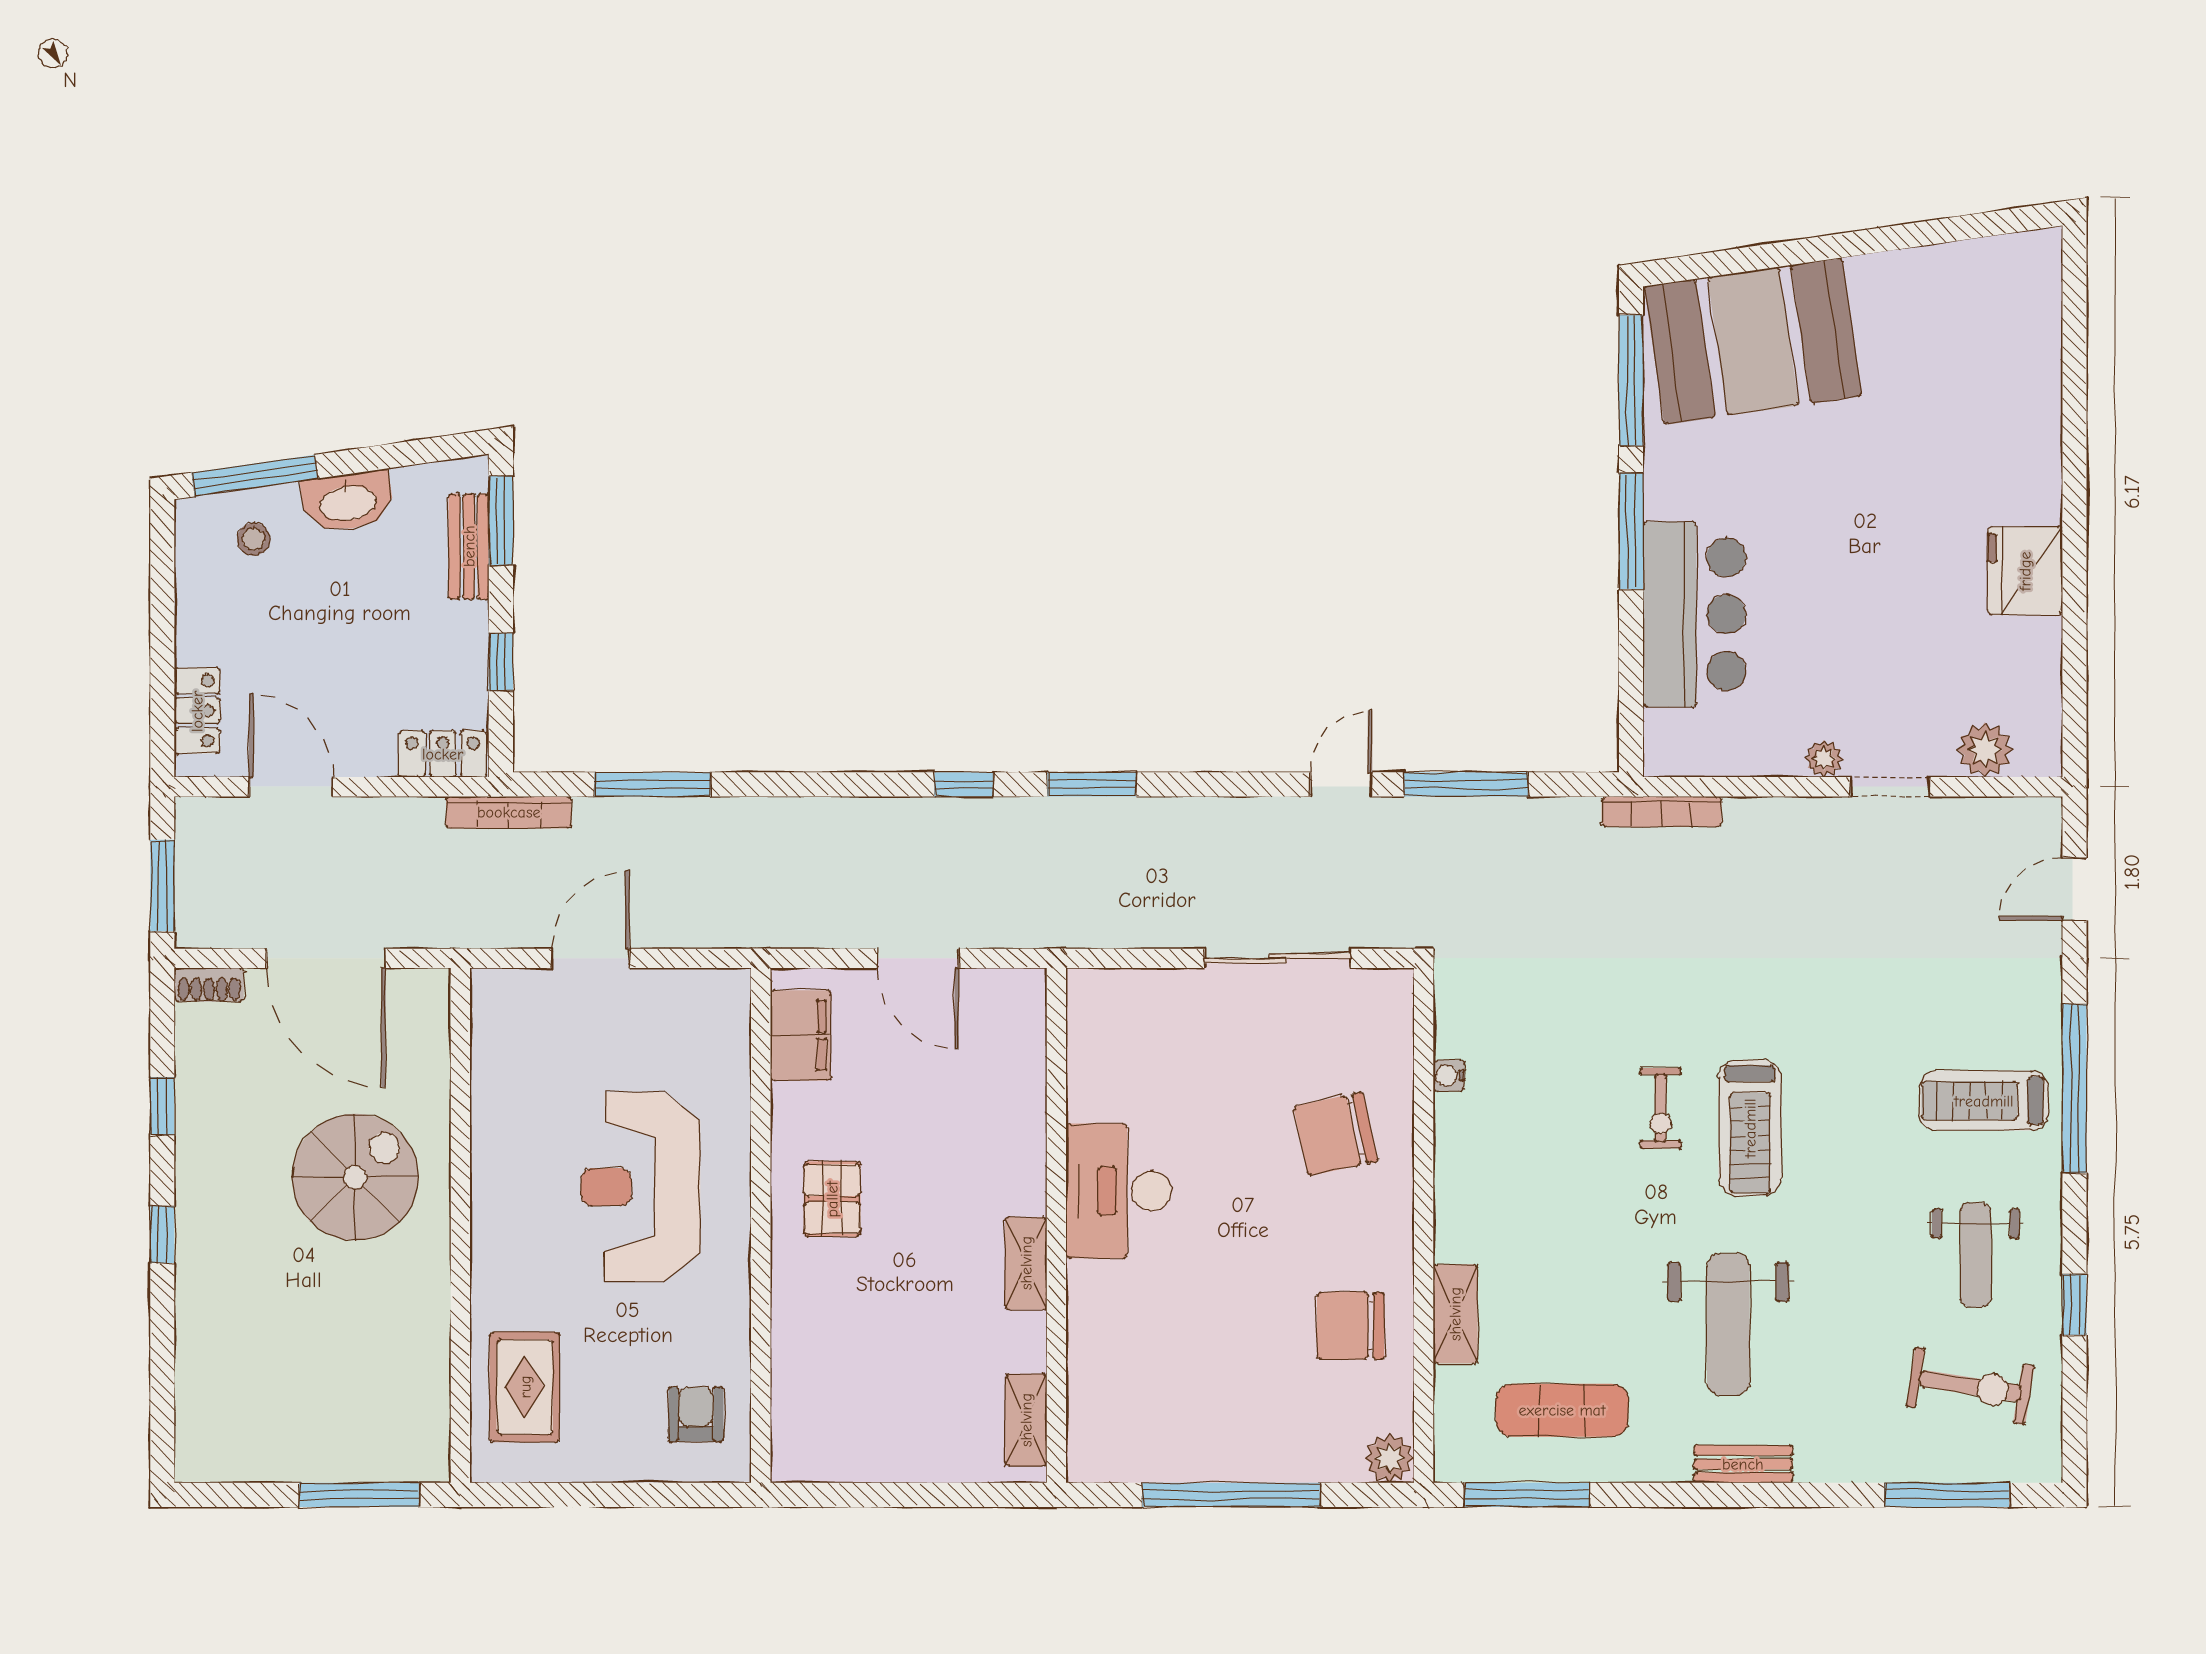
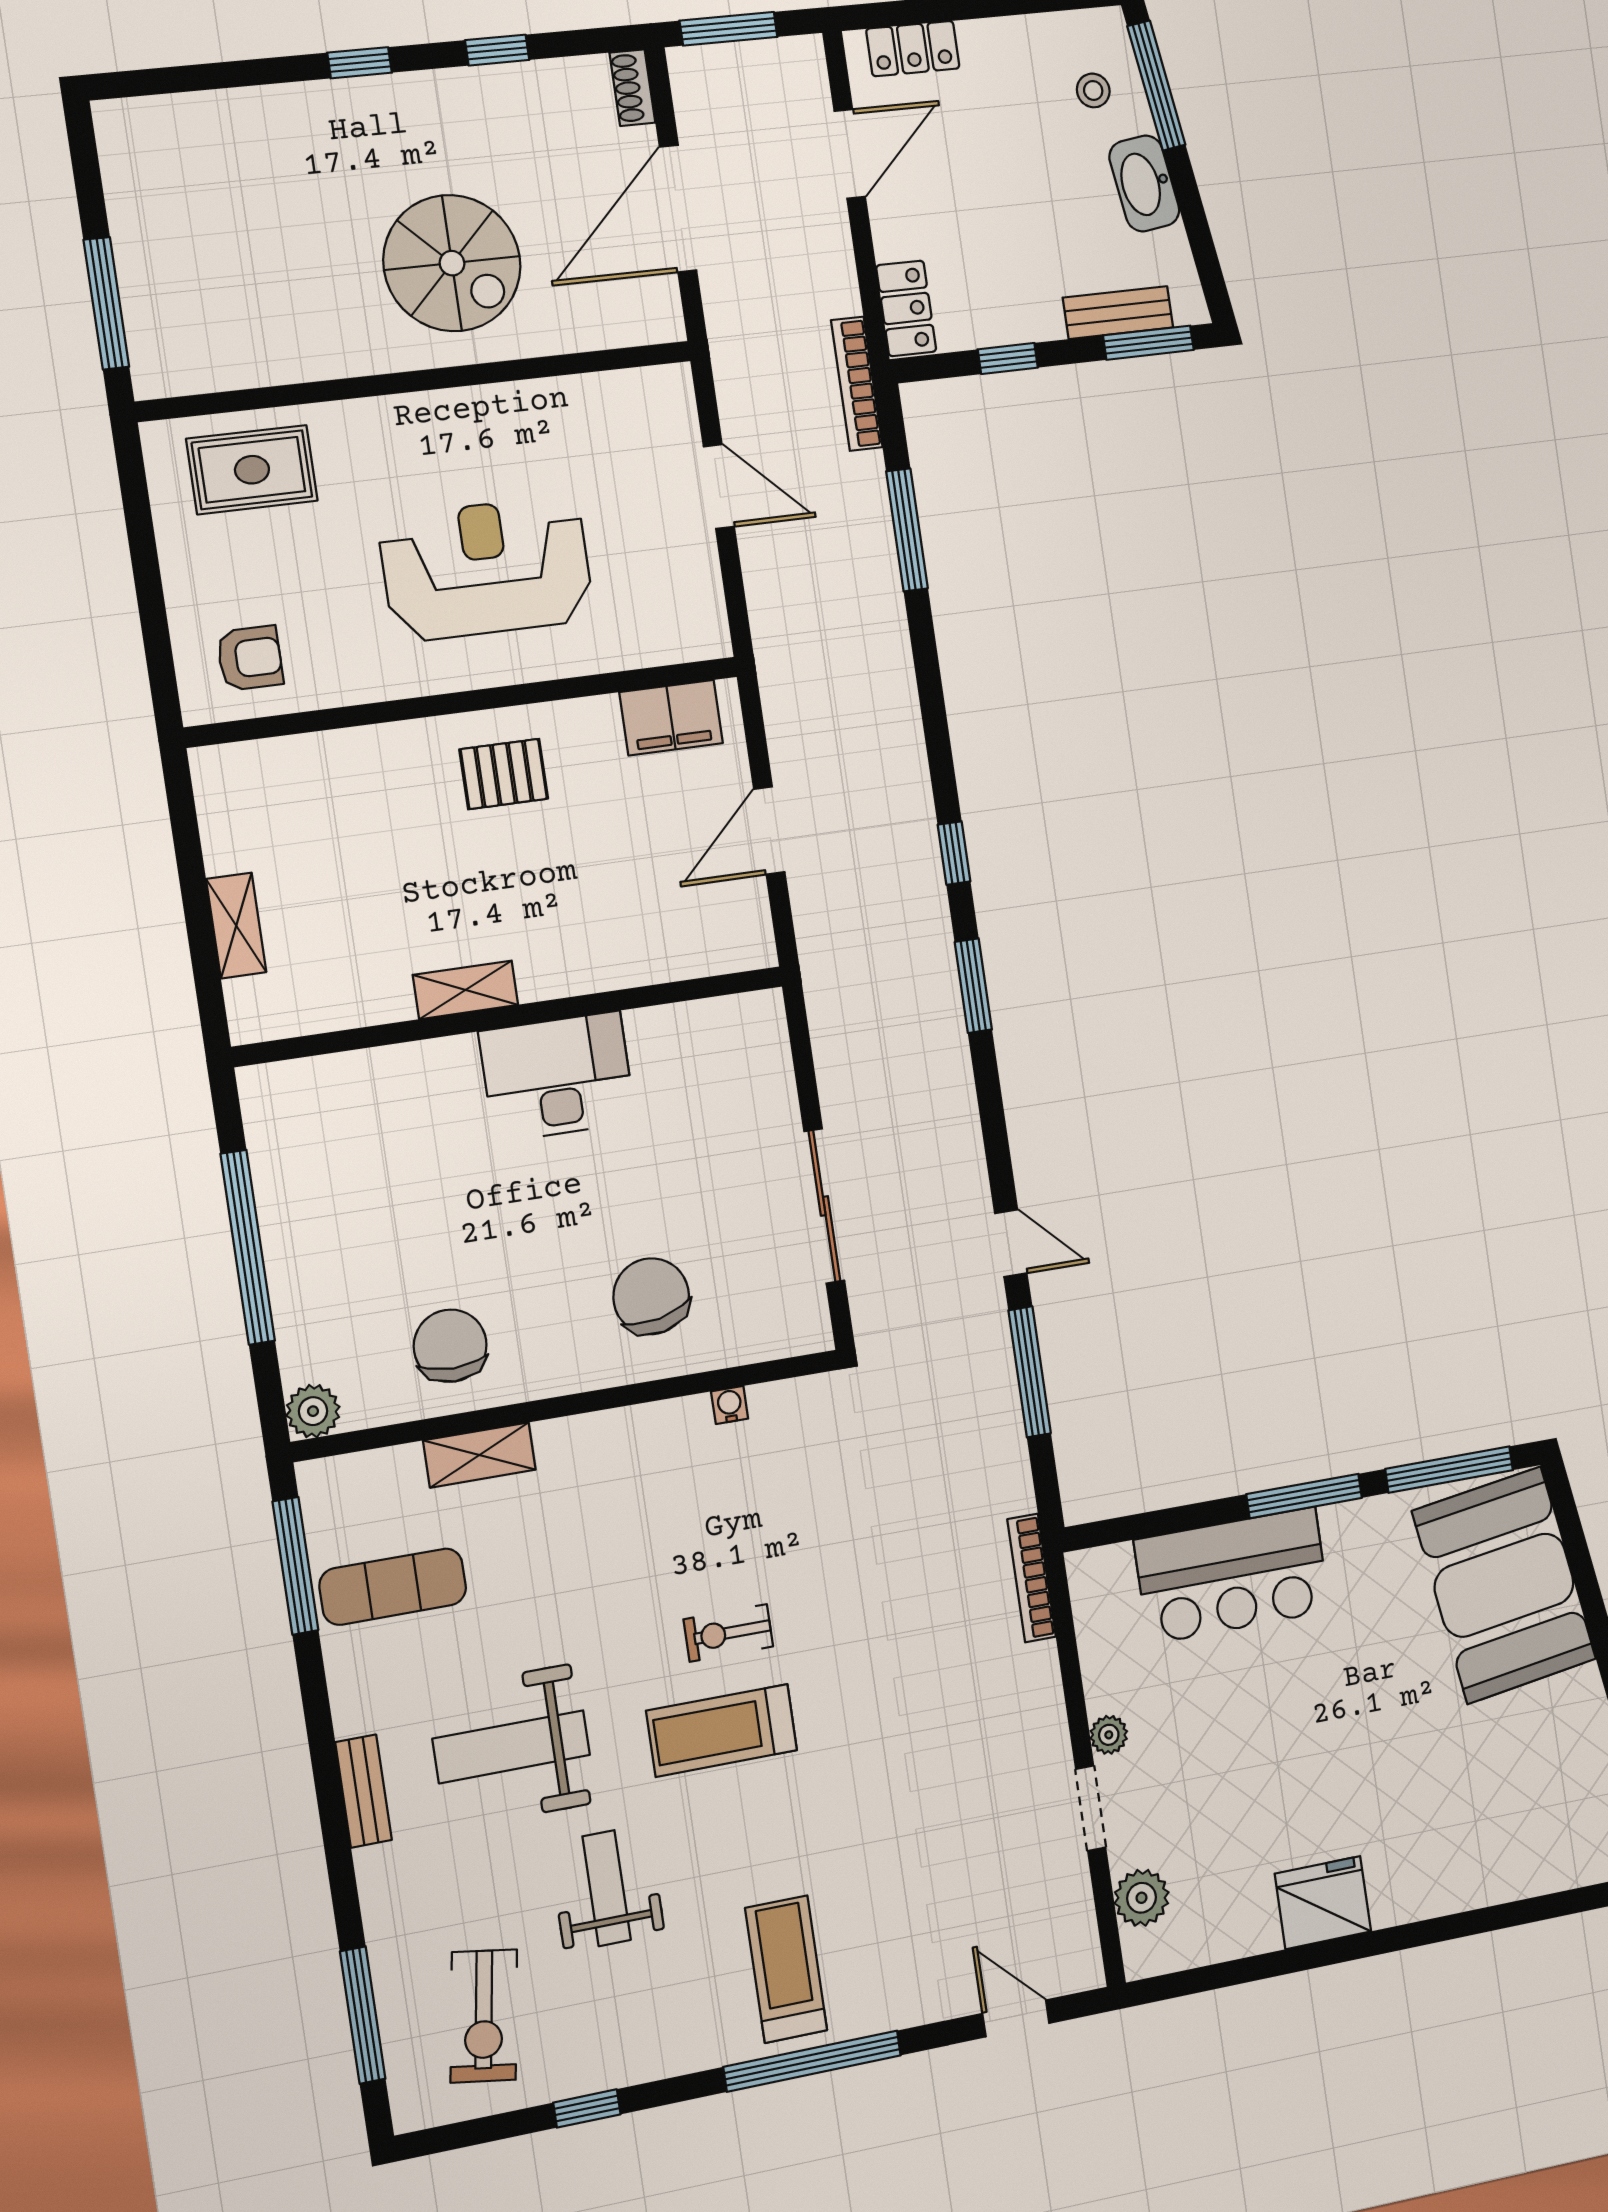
weight bench: (1976, 1255) -> (607, 1888), moved, turned 90
exercise mat: (1562, 1410) -> (393, 1587), turned 90
shelving: (1026, 1420) -> (236, 925), moved, turned 90

